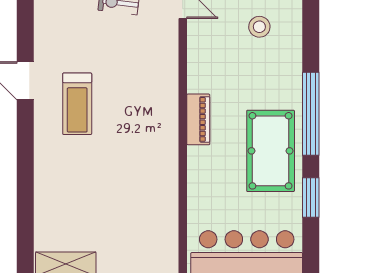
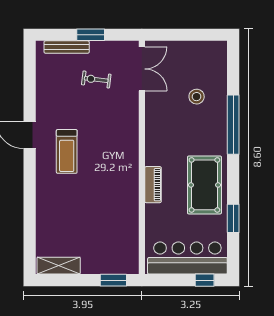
window: (311, 114) -> (233, 125), moved
piano: (198, 119) -> (153, 185), moved

